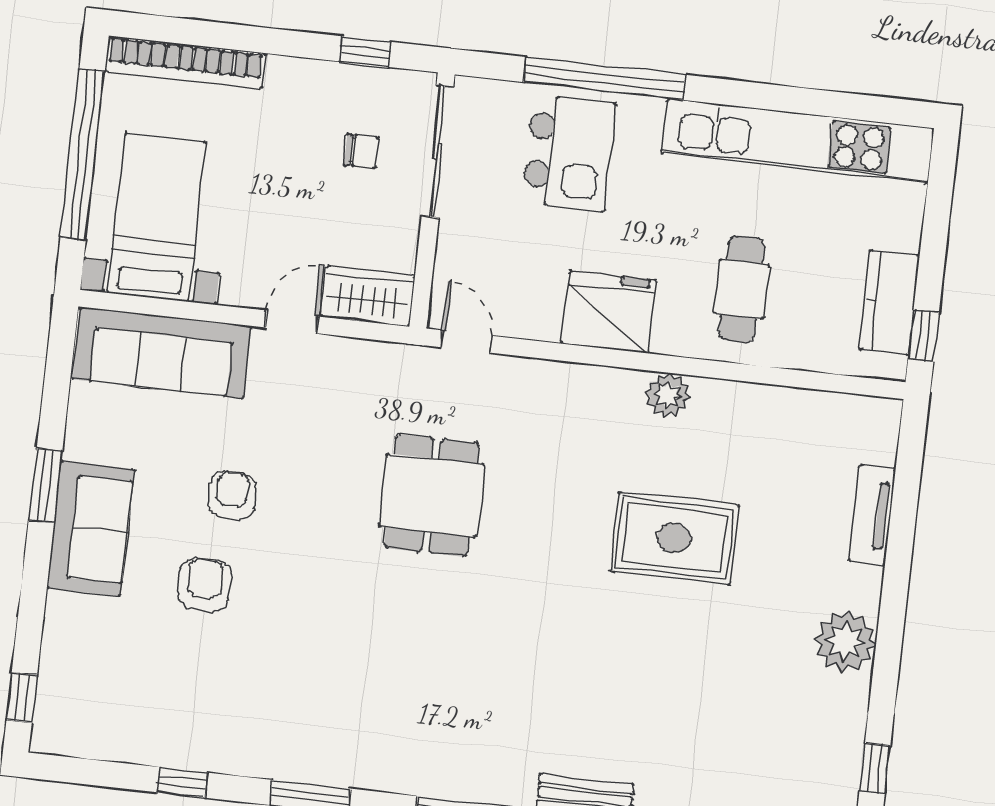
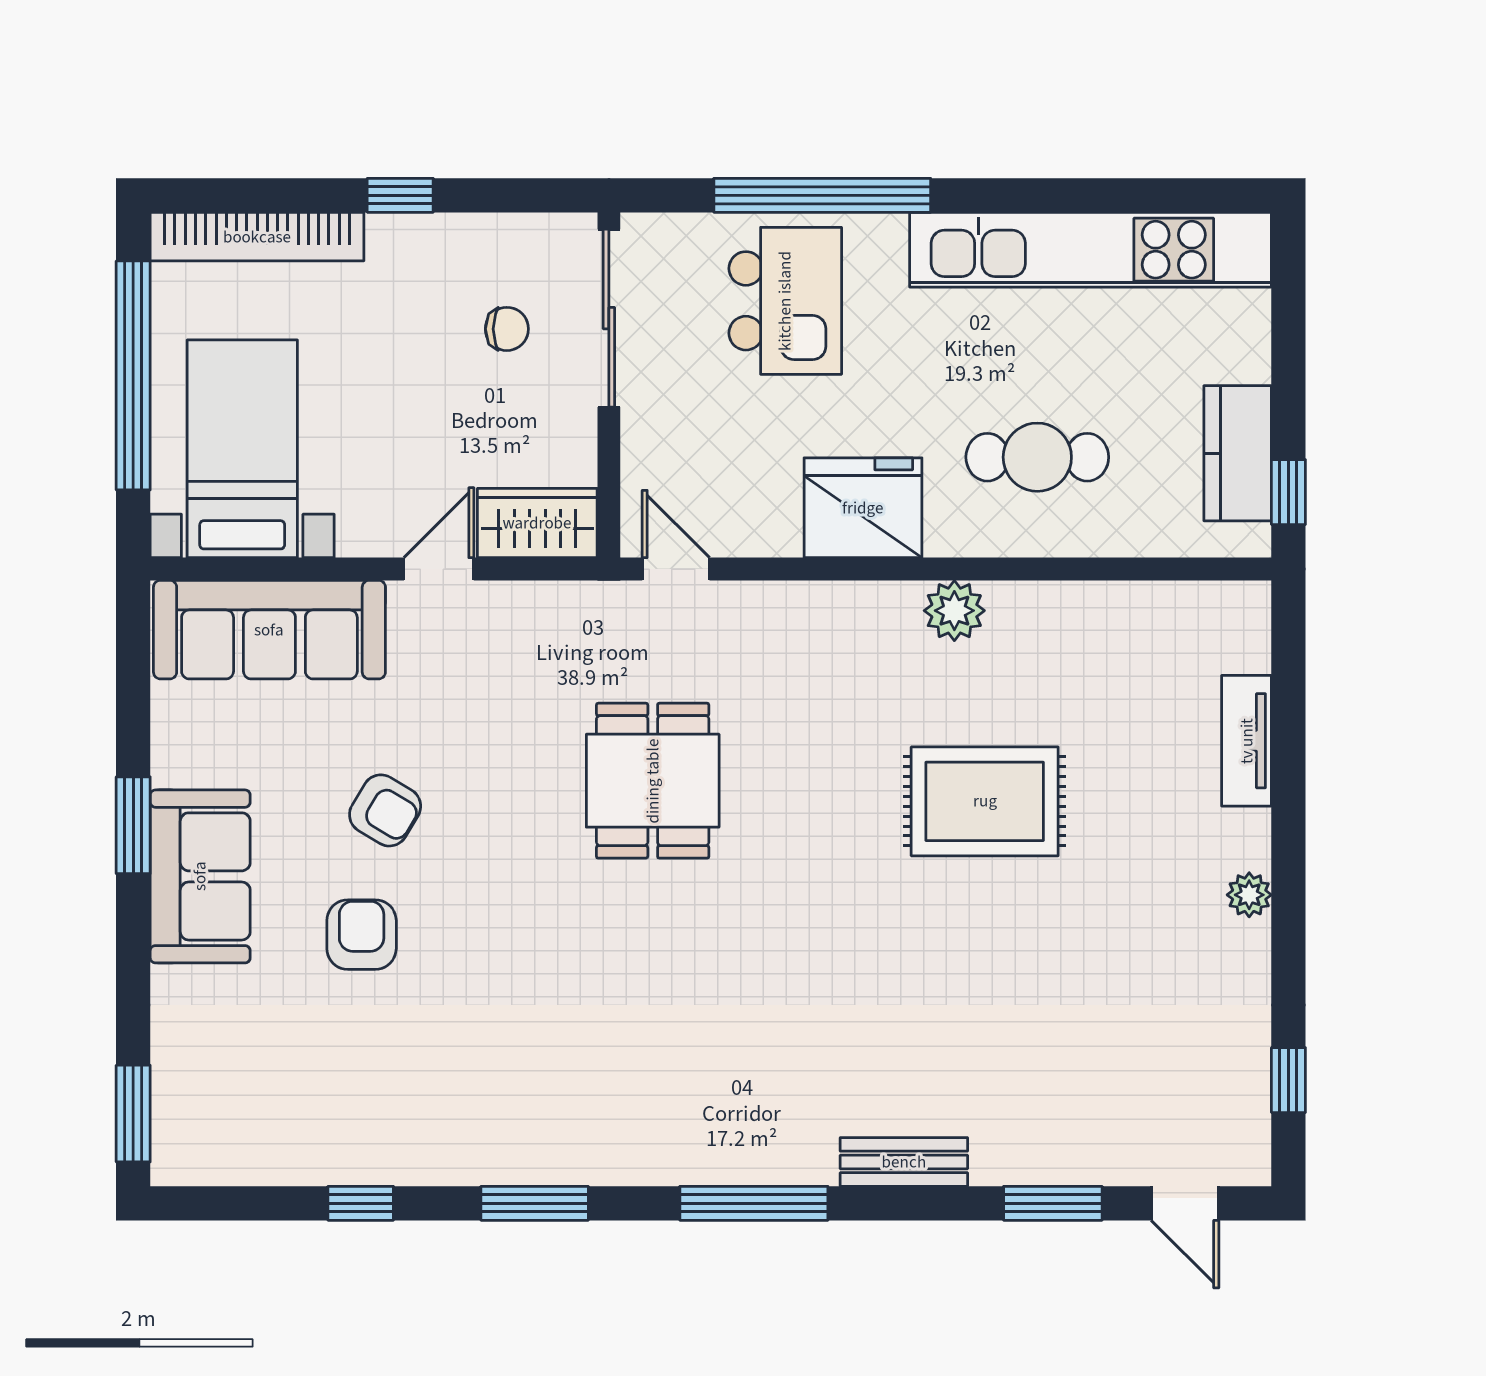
window: (365, 52) -> (400, 195), moved
cafe table: (741, 289) -> (1037, 457), turned 90
armchair: (232, 495) -> (385, 810), turned 121
plant: (845, 641) -> (1249, 895), width x0.53, depth x0.53
window: (22, 698) -> (133, 1114), width x1.50

